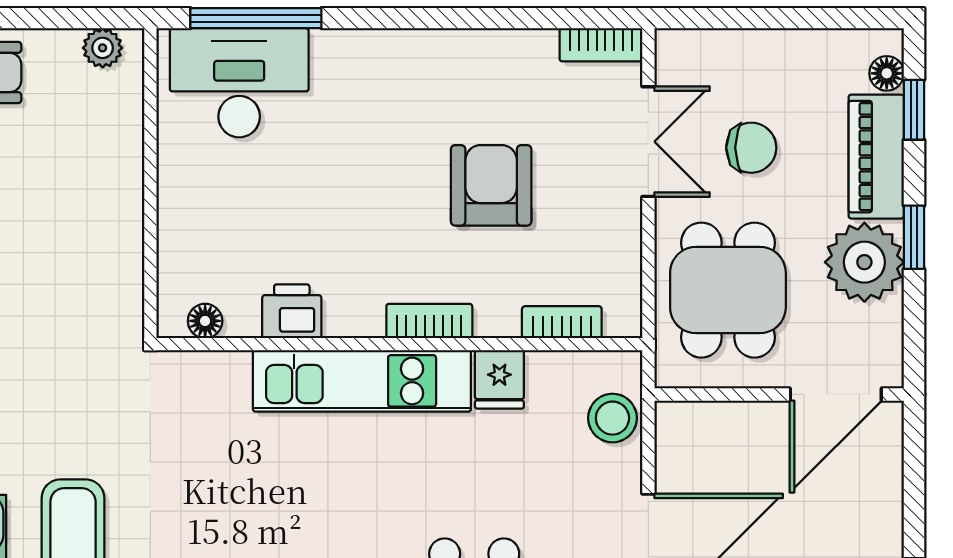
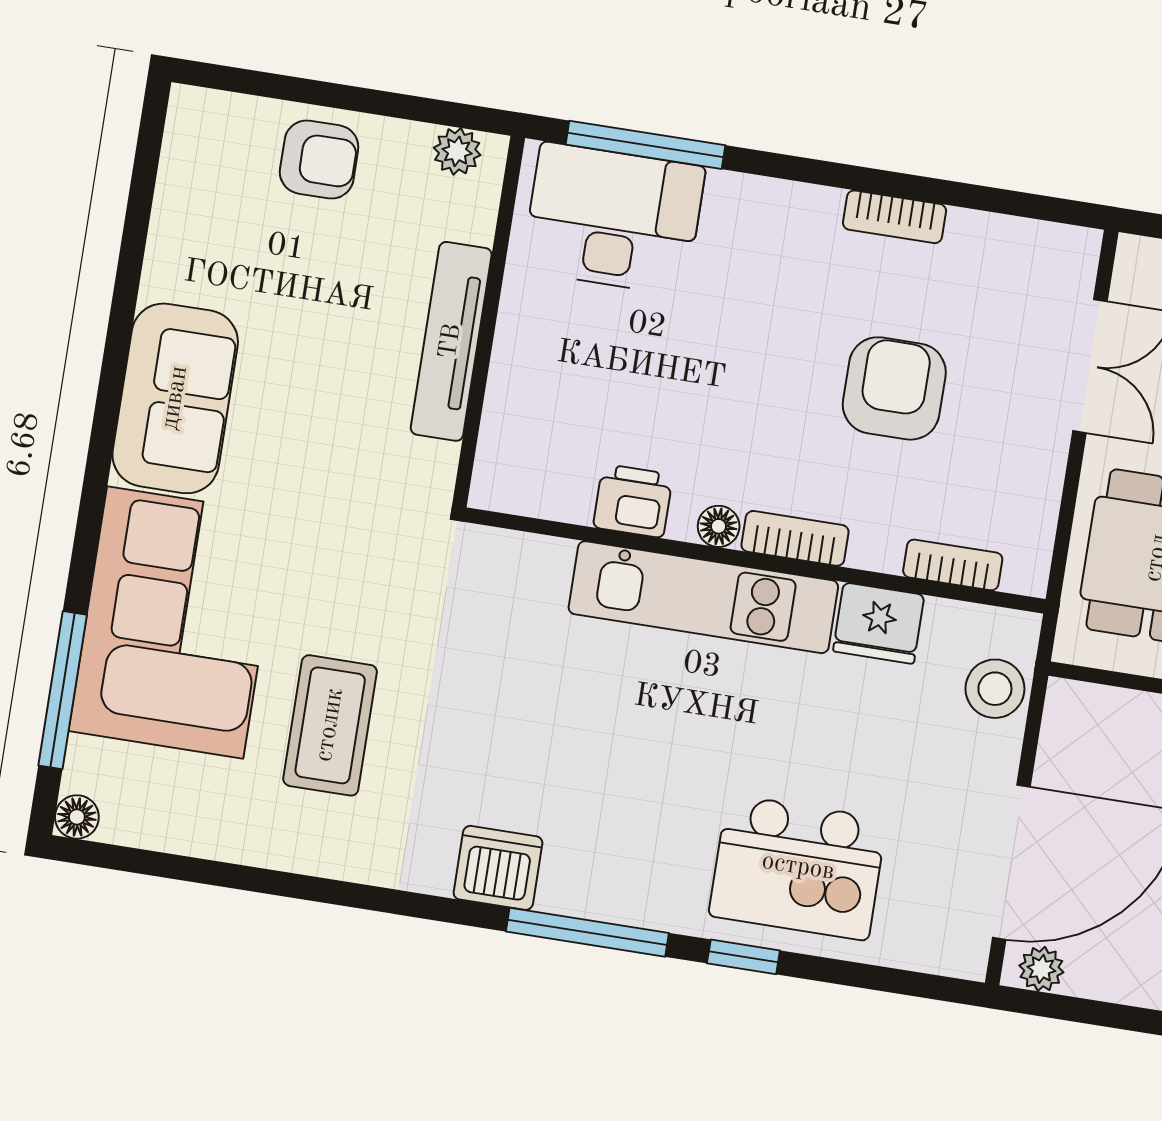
bookcase: (601, 45) -> (894, 217), moved
tv unit: (122, 204) -> (451, 341), added
floor lamp: (205, 321) -> (719, 526), moved
fridge: (499, 379) -> (879, 623), width x1.38

